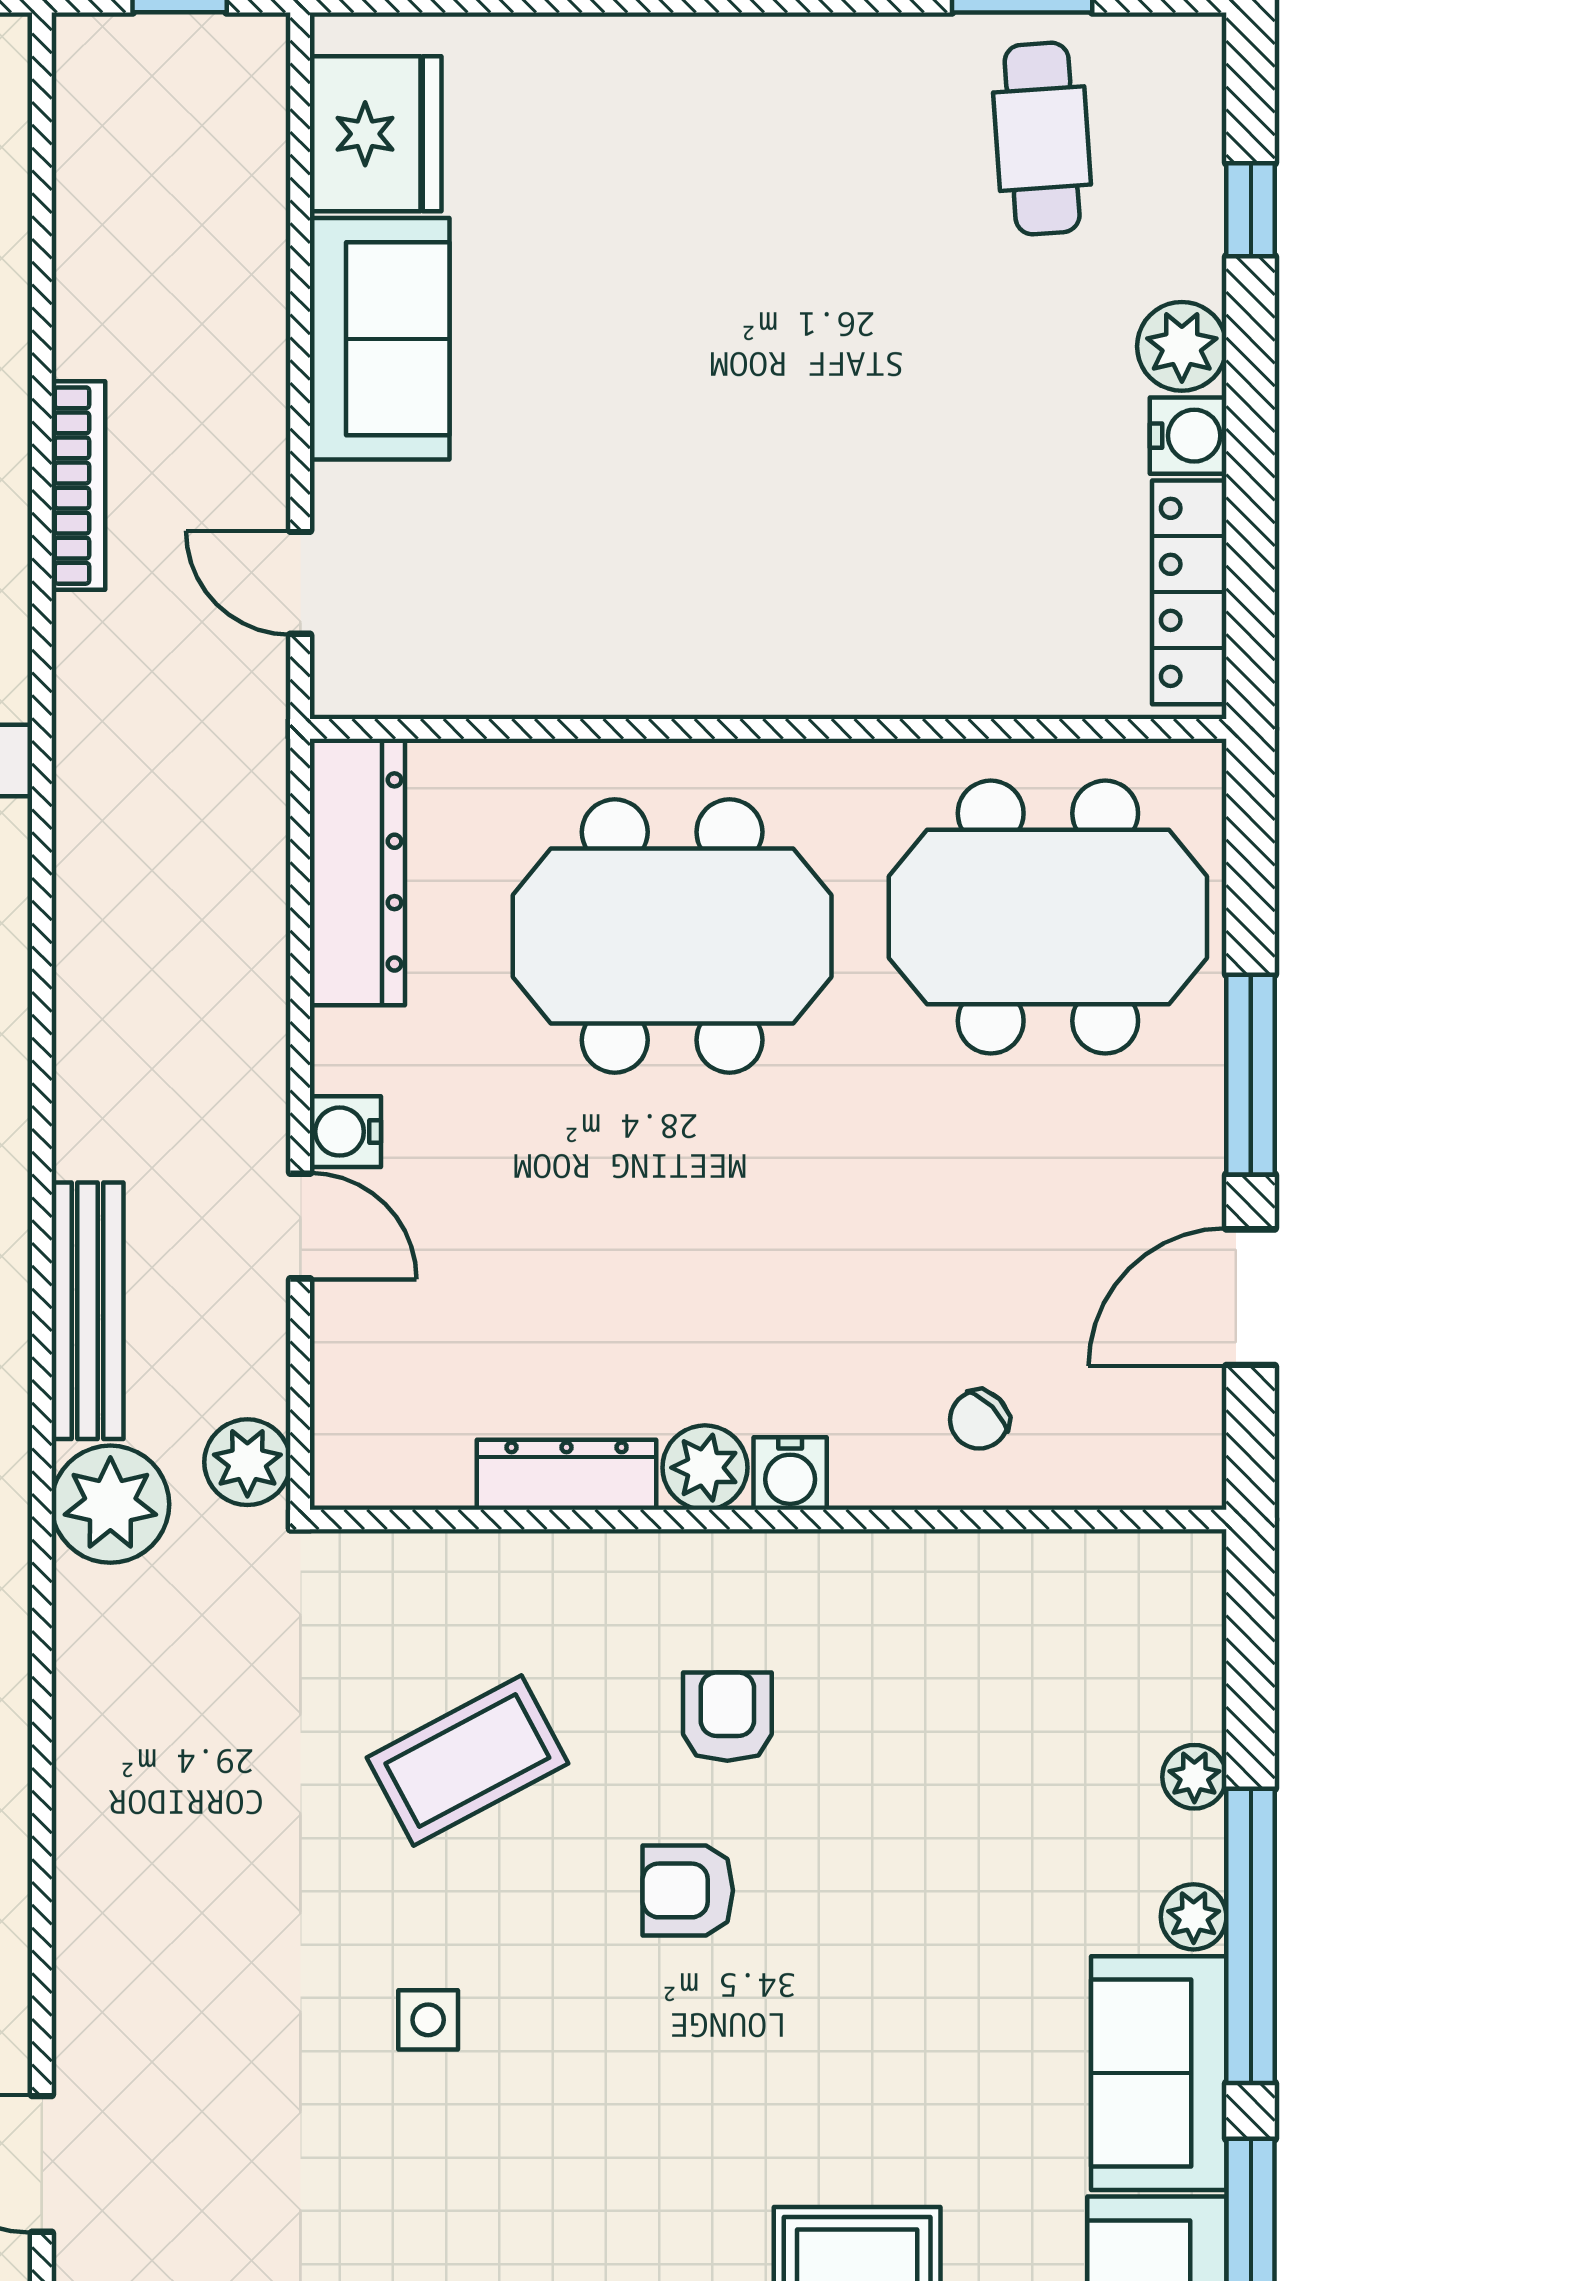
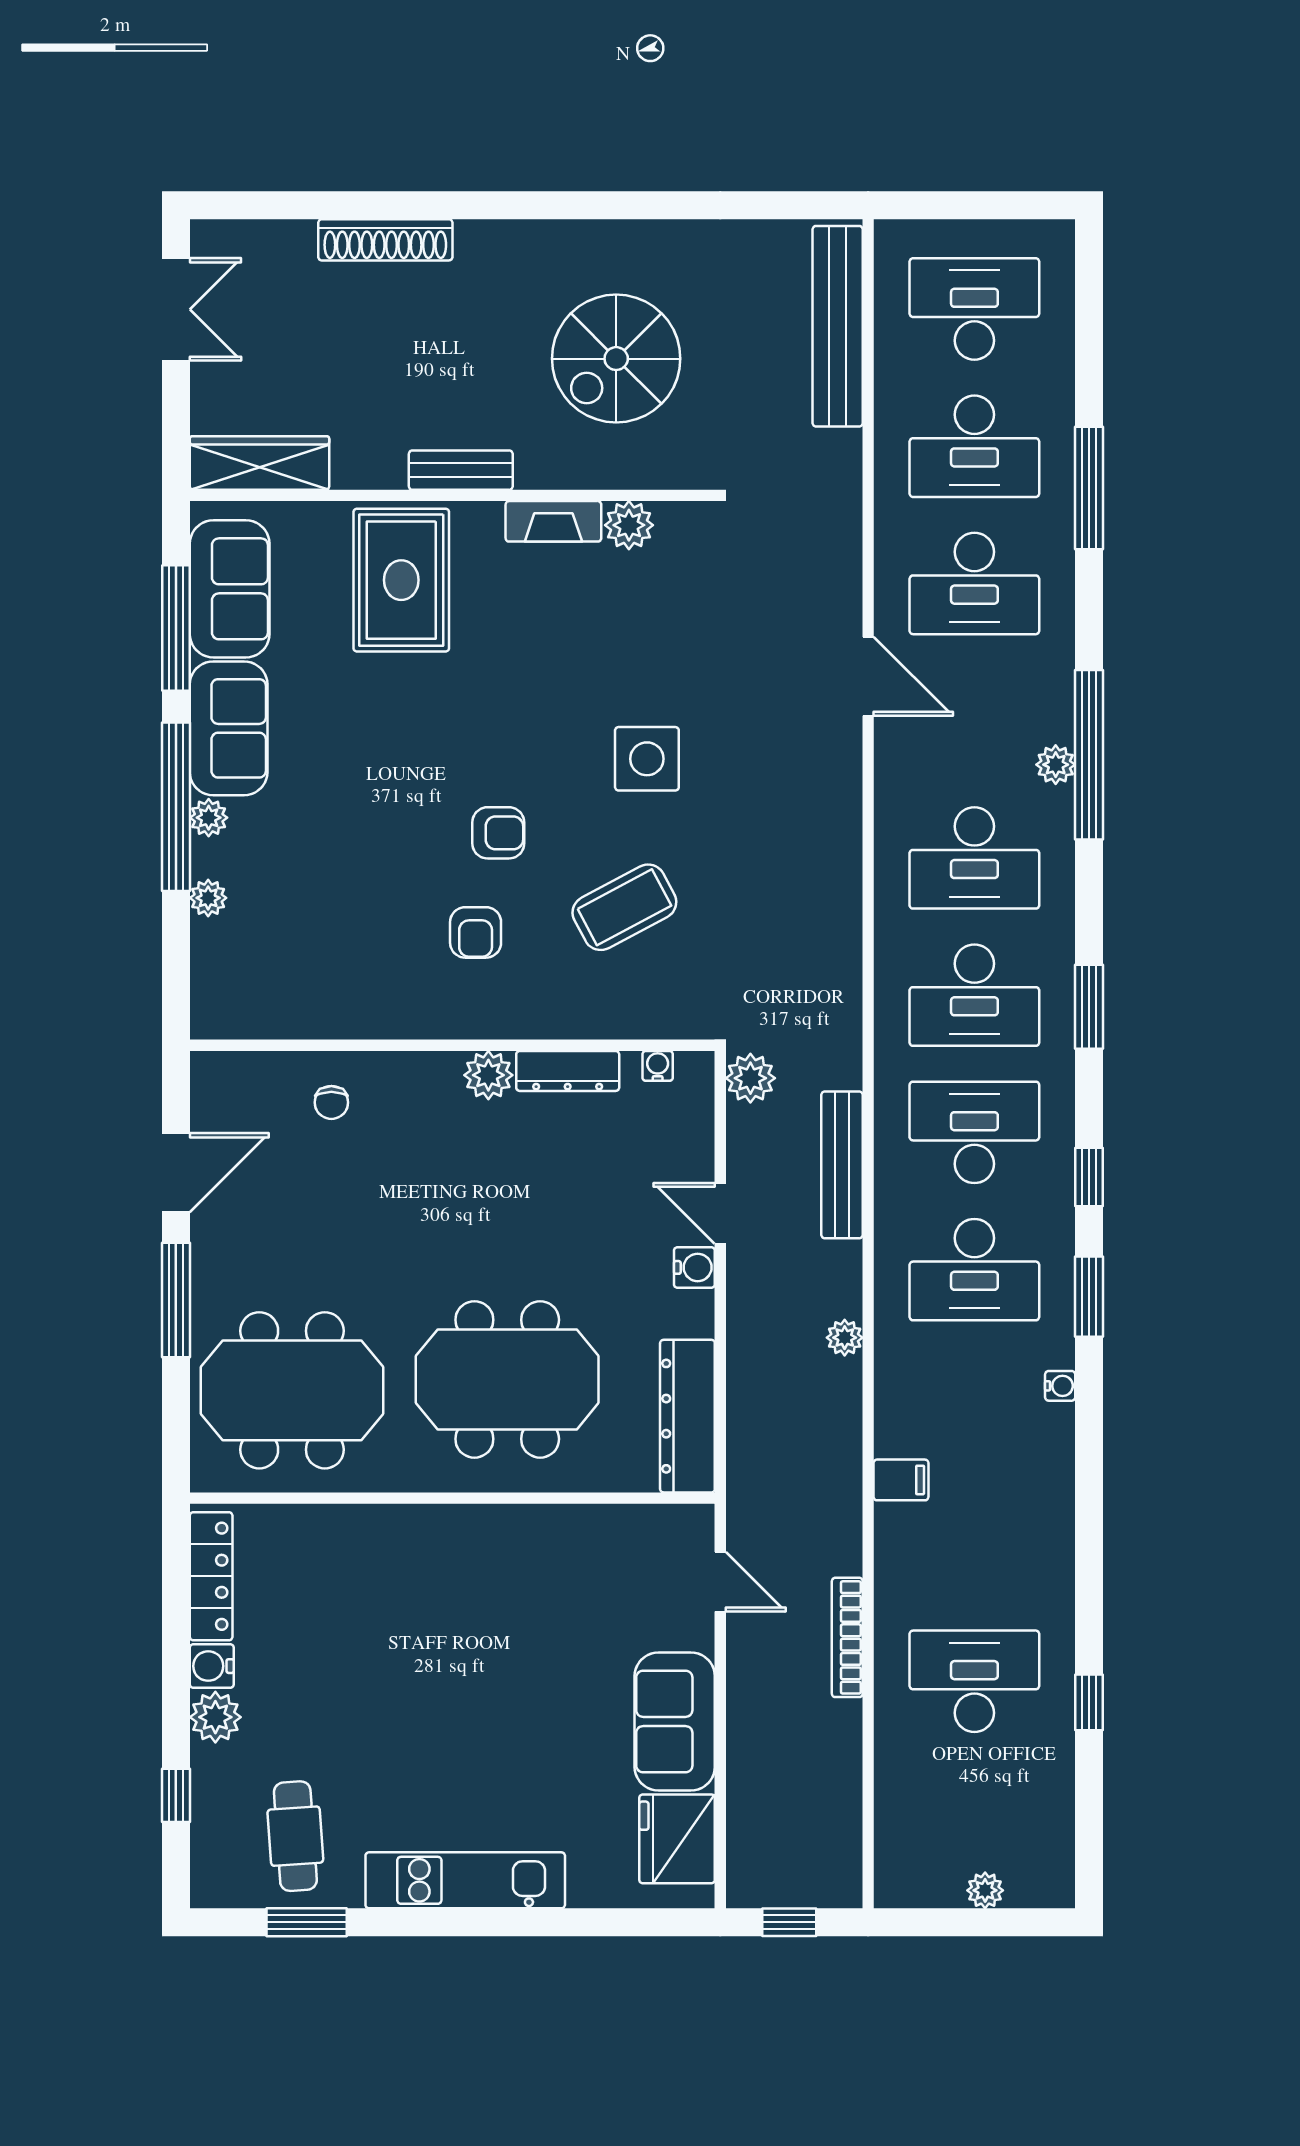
kitchen unit: (746, 61) -> (465, 1880), added
chair: (979, 1420) -> (331, 1102), turned 135
water cooler: (790, 1473) -> (658, 1066), moved, width x0.72, depth x0.72
plant: (110, 1504) -> (845, 1338), moved, width x0.53, depth x0.53
side table: (428, 2020) -> (647, 759), width x1.87, depth x1.87

